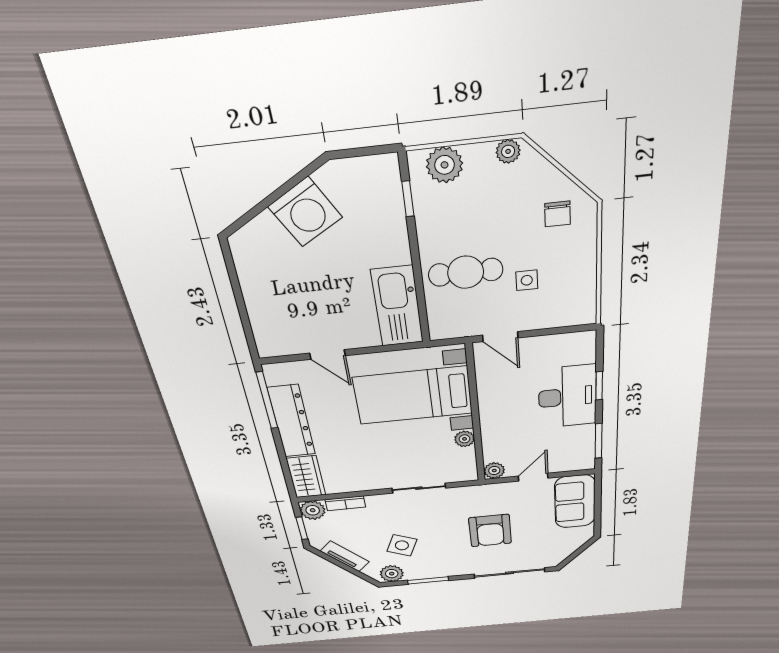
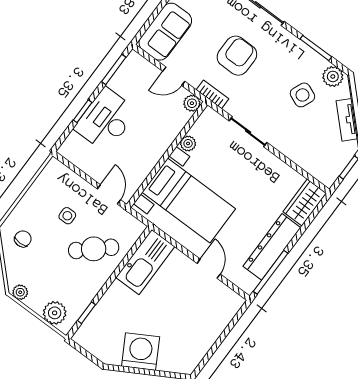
cafe table: (466, 272) -> (94, 249), turned -42
bookcase: (345, 503) -> (213, 94), moved
plant: (313, 510) -> (327, 175), removed

